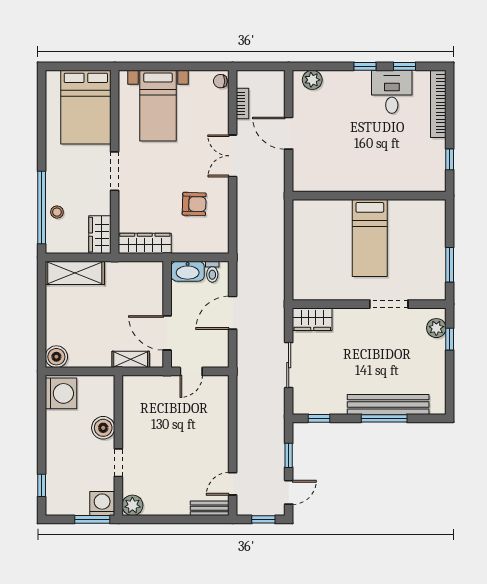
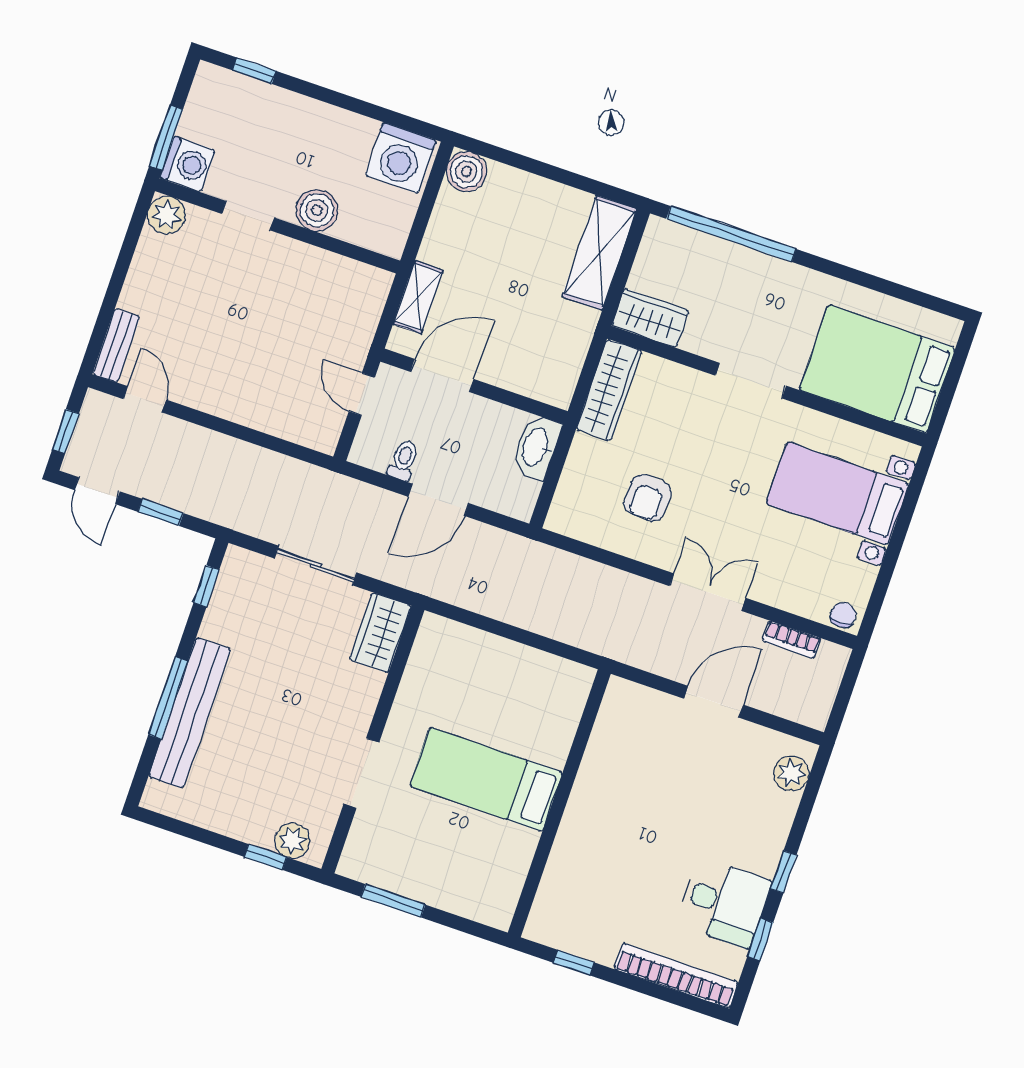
stool: (57, 212) -> (714, 258), removed
toilet: (212, 272) -> (403, 460), moved, turned 90
door: (233, 313) -> (438, 500), swing flipped

